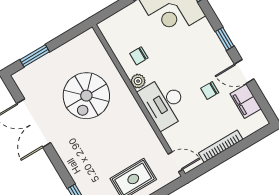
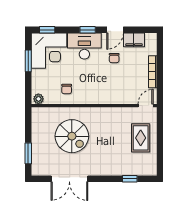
plant: (138, 81) -> (38, 99), moved
desk: (164, 103) -> (84, 46), moved, turned 180

